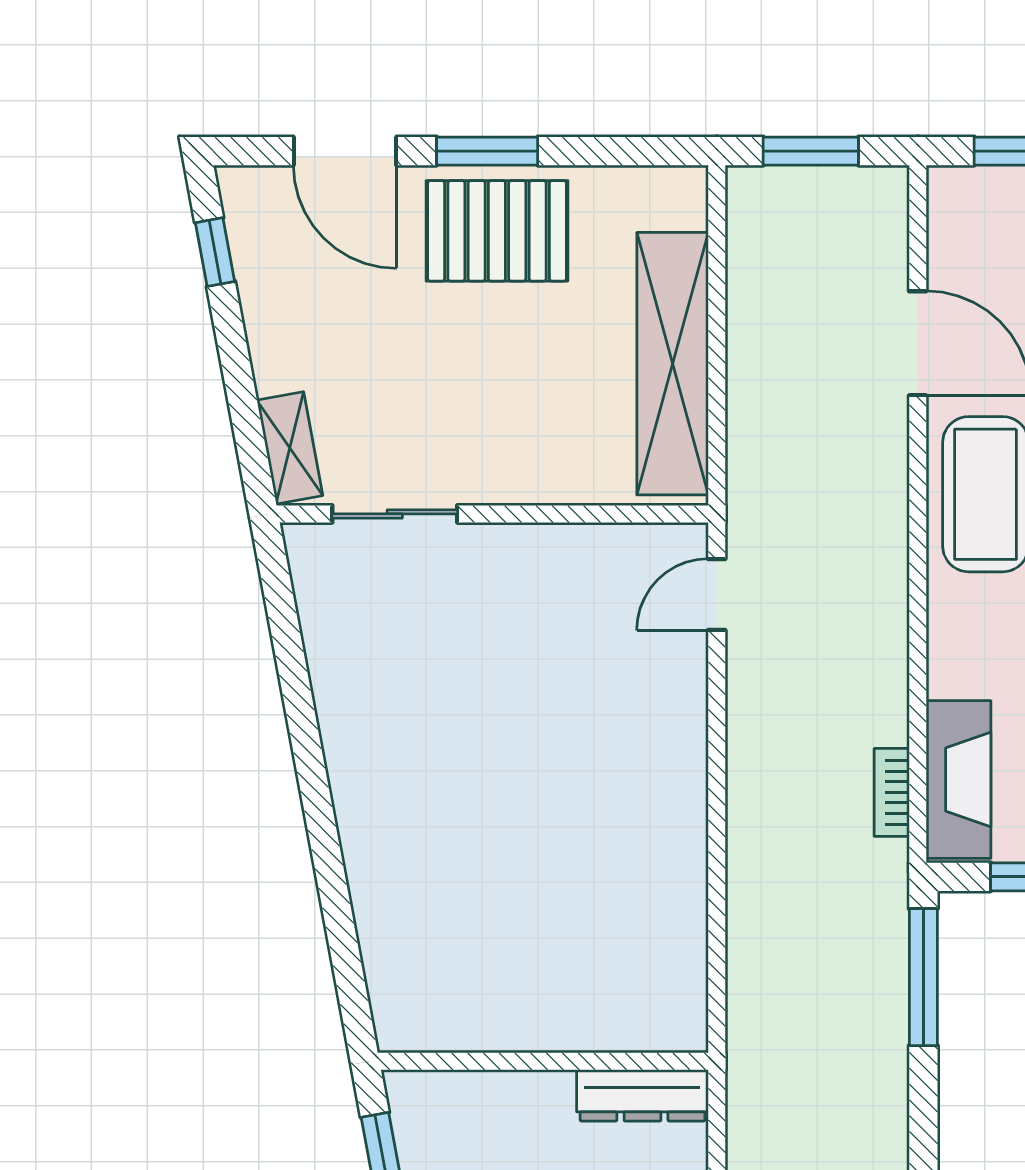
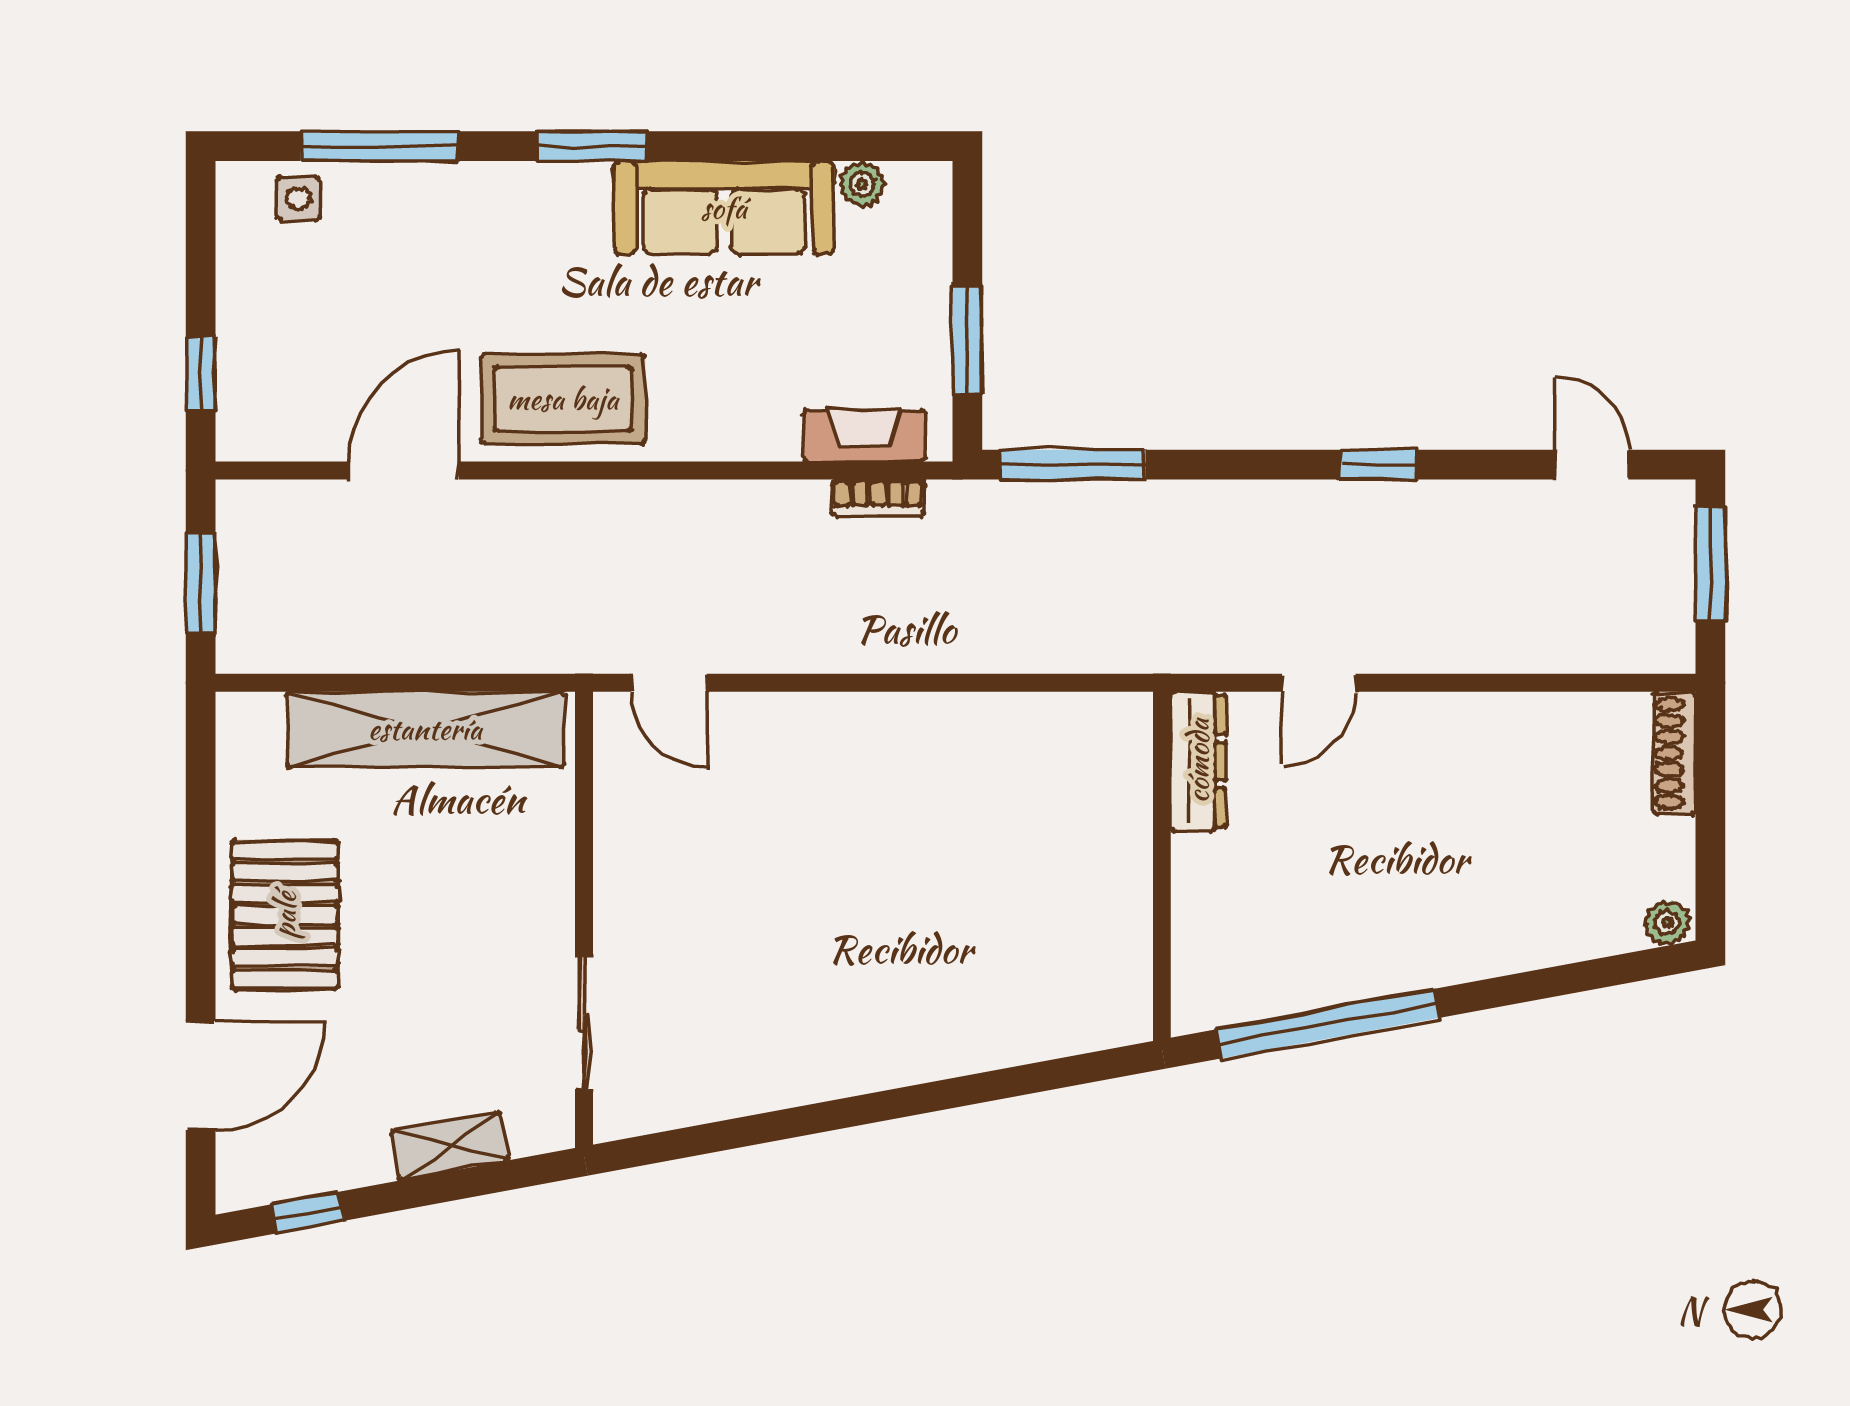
window: (487, 151) -> (201, 925), removed
shelving: (290, 448) -> (450, 1146), moved
fireplace: (959, 780) -> (864, 436), width x0.73, depth x0.76

